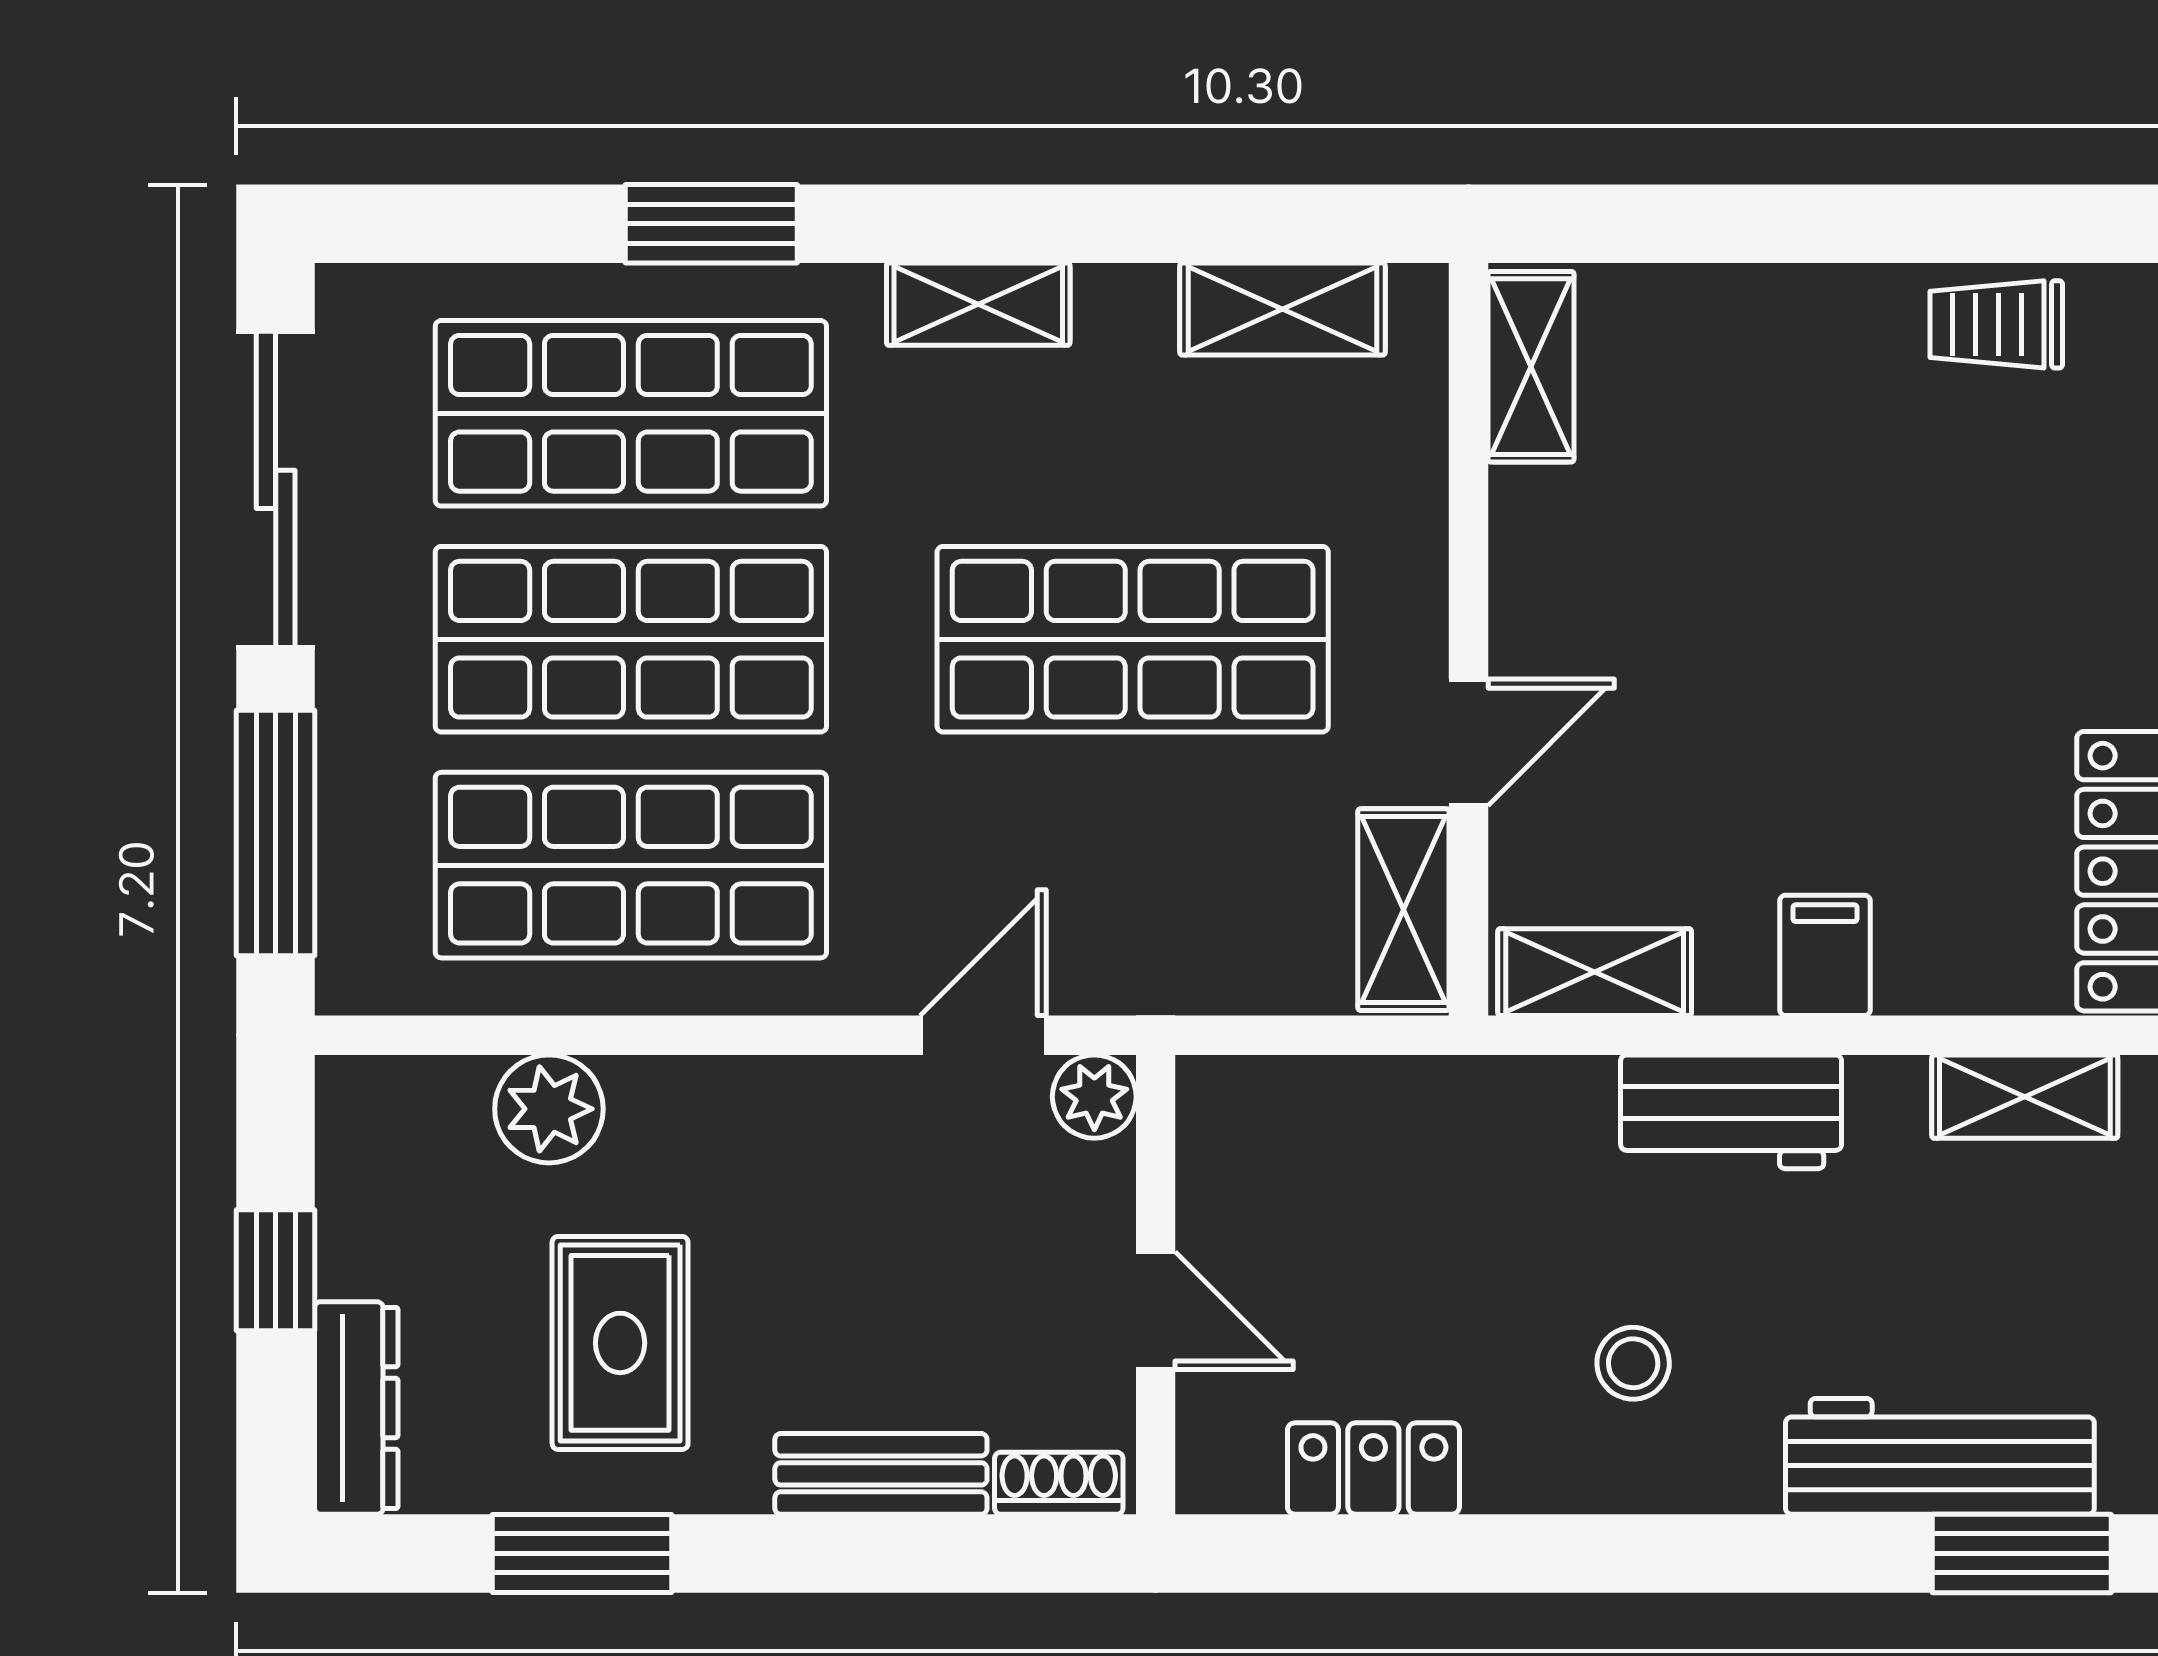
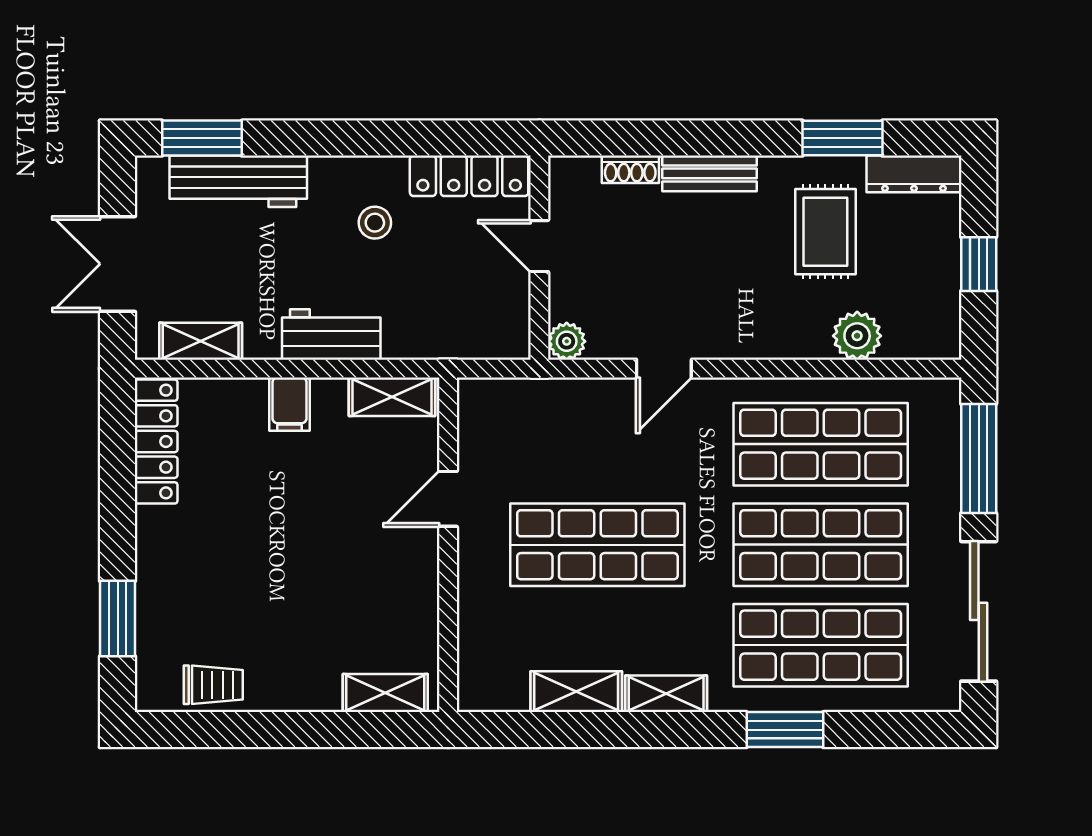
shelving: (1283, 309) -> (576, 692), moved
shelving: (1531, 367) -> (385, 693), moved, turned 90
shelving: (1403, 910) -> (477, 424), removed
plant: (1094, 1097) -> (567, 341), moved
wall: (1156, 1285) -> (539, 258), moved
door: (1156, 1311) -> (539, 246), moved
dresser: (356, 1408) -> (914, 174), moved, turned -90
locker: (1373, 1468) -> (469, 176), width x1.53

